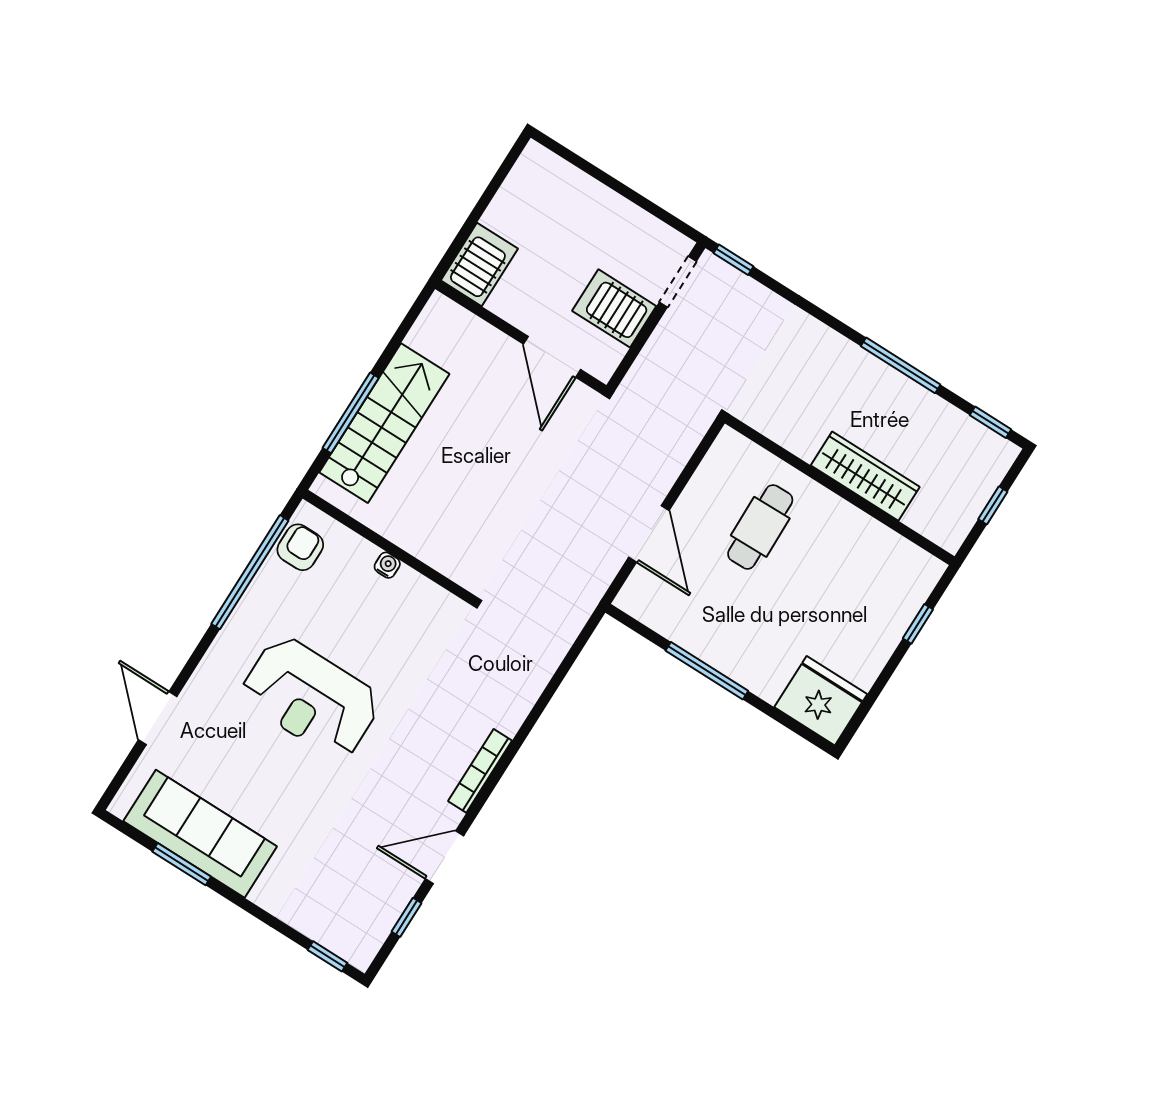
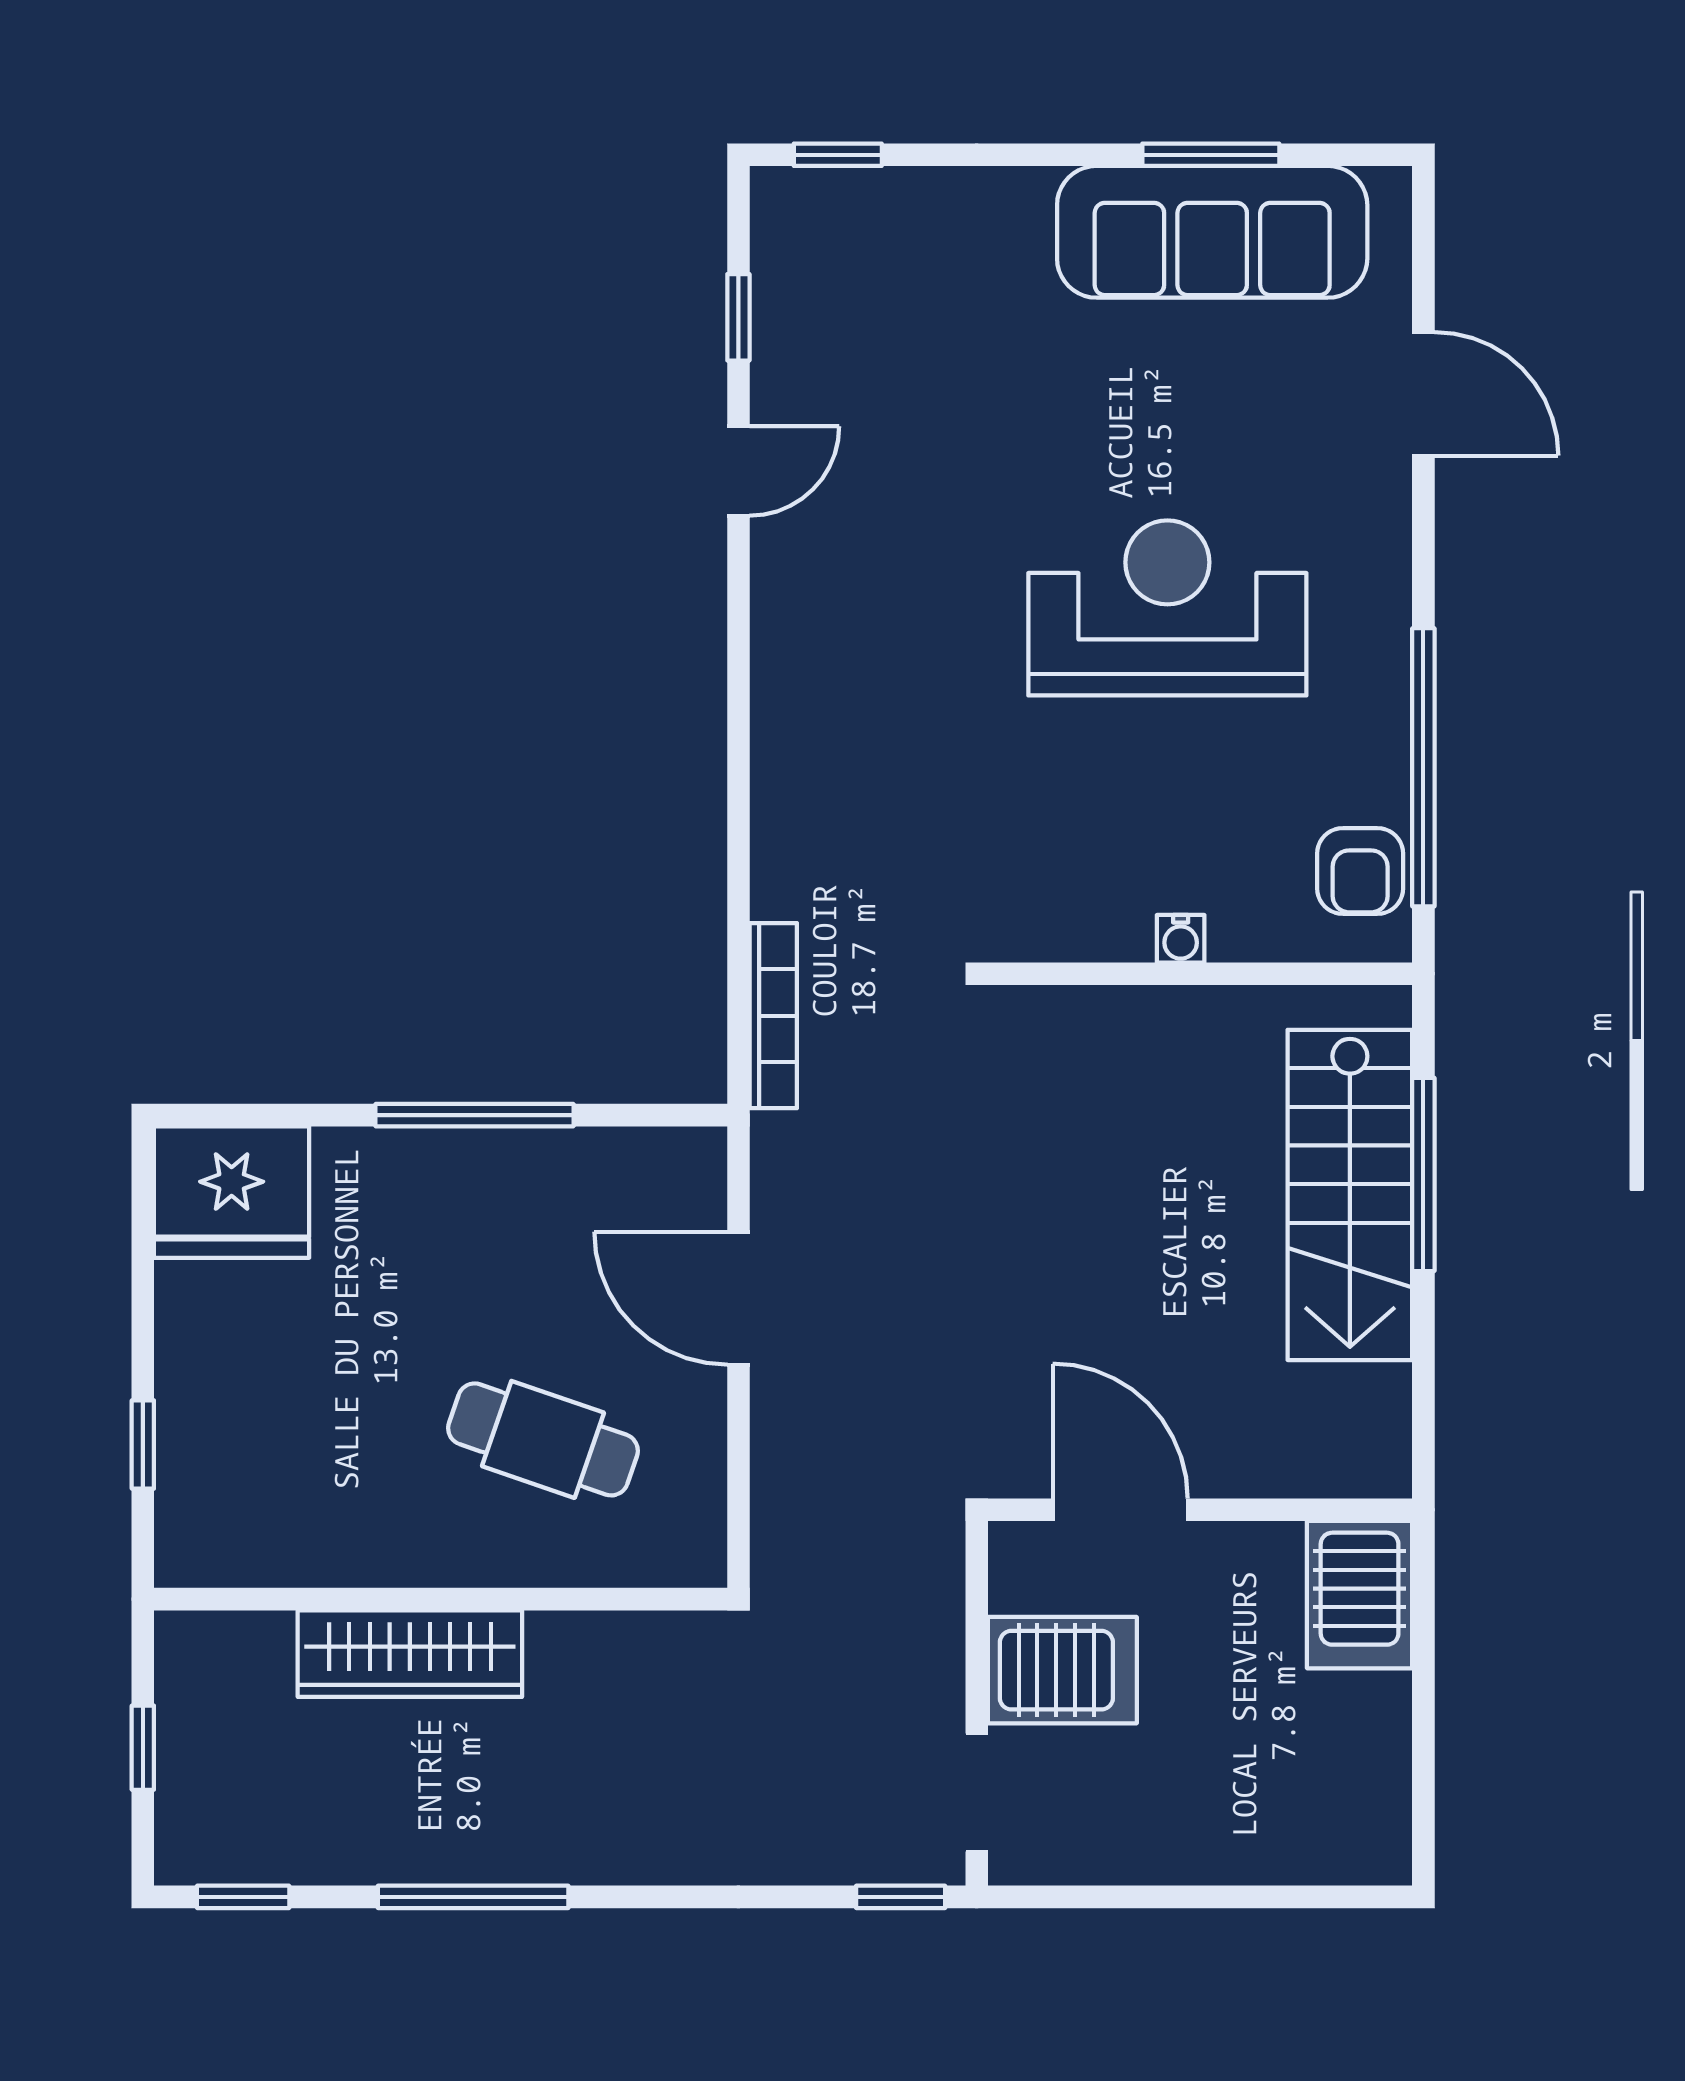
cafe table: (760, 527) -> (543, 1439), turned -70
bookcase: (480, 771) -> (773, 1016), moved
door: (444, 857) -> (738, 471), width x0.73

